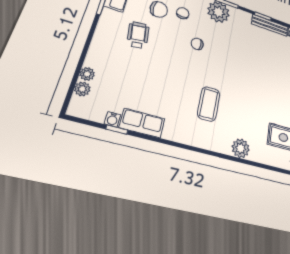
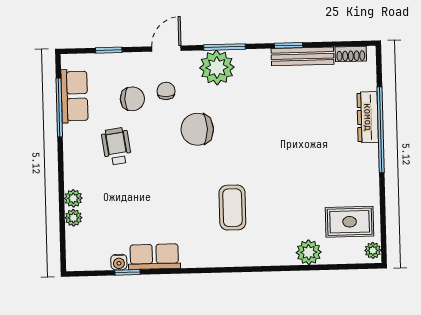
chair: (197, 44) -> (197, 129), width x1.87, depth x1.87
plant: (82, 89) -> (73, 198), moved
plant: (241, 148) -> (309, 252), moved

